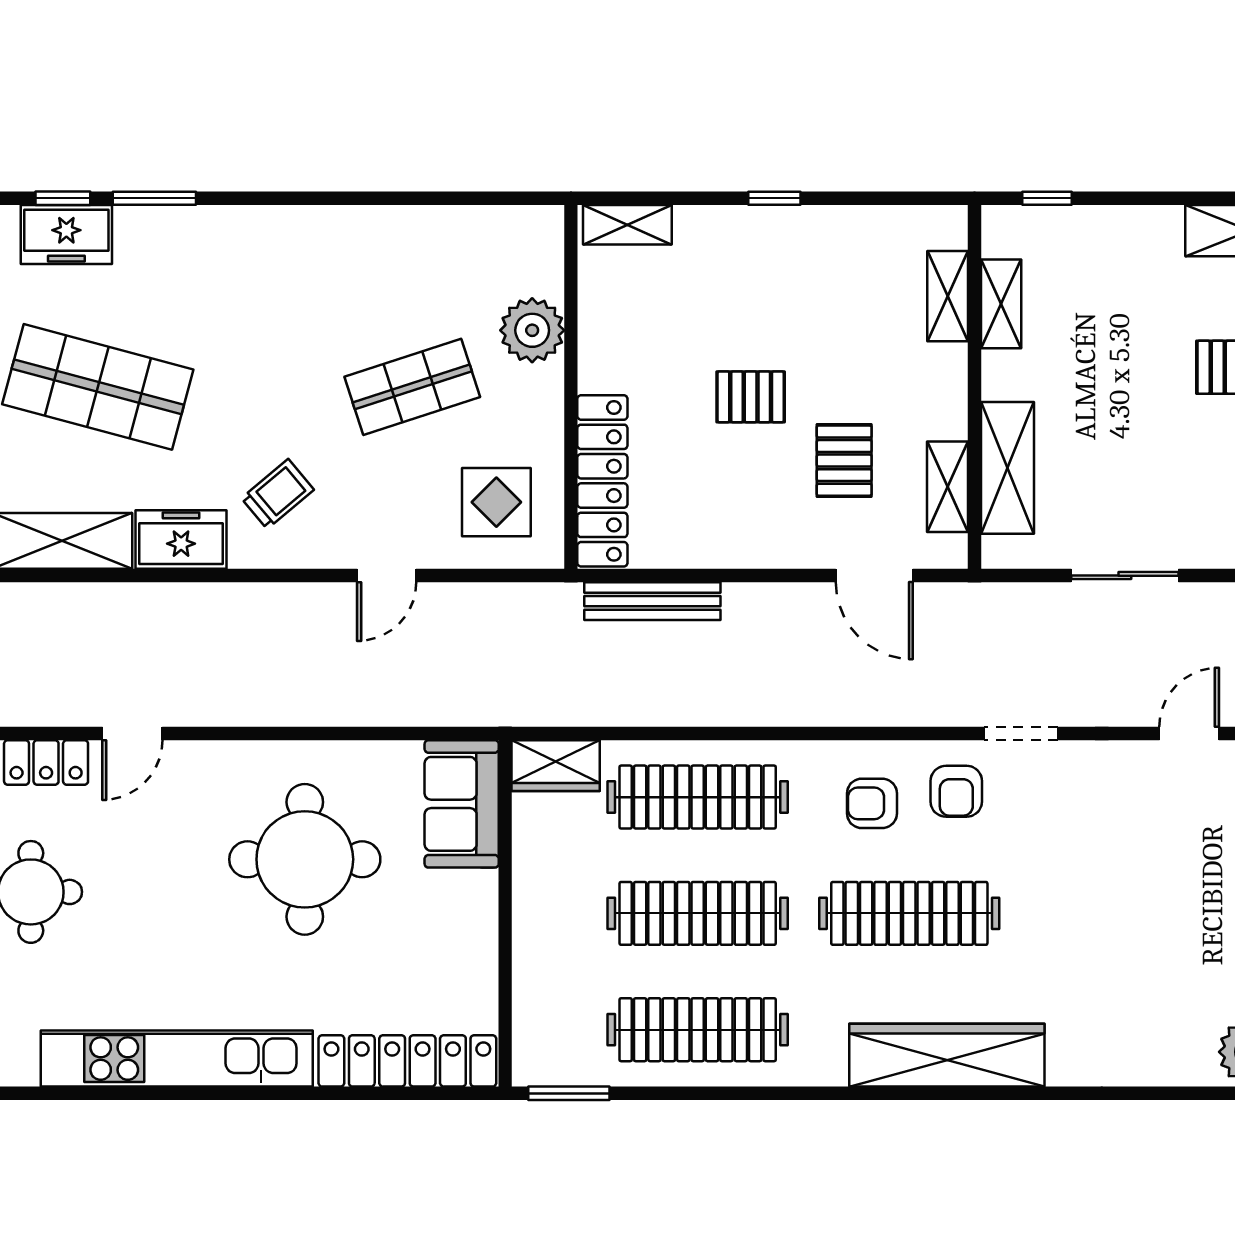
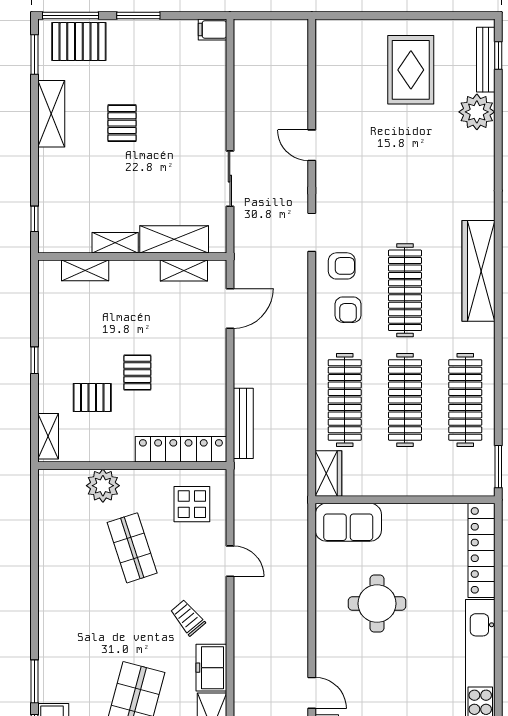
shelving: (1001, 304) -> (115, 243), moved
pallet: (844, 461) -> (92, 397), moved
round table: (305, 859) -> (377, 604), width x0.73, depth x0.73

